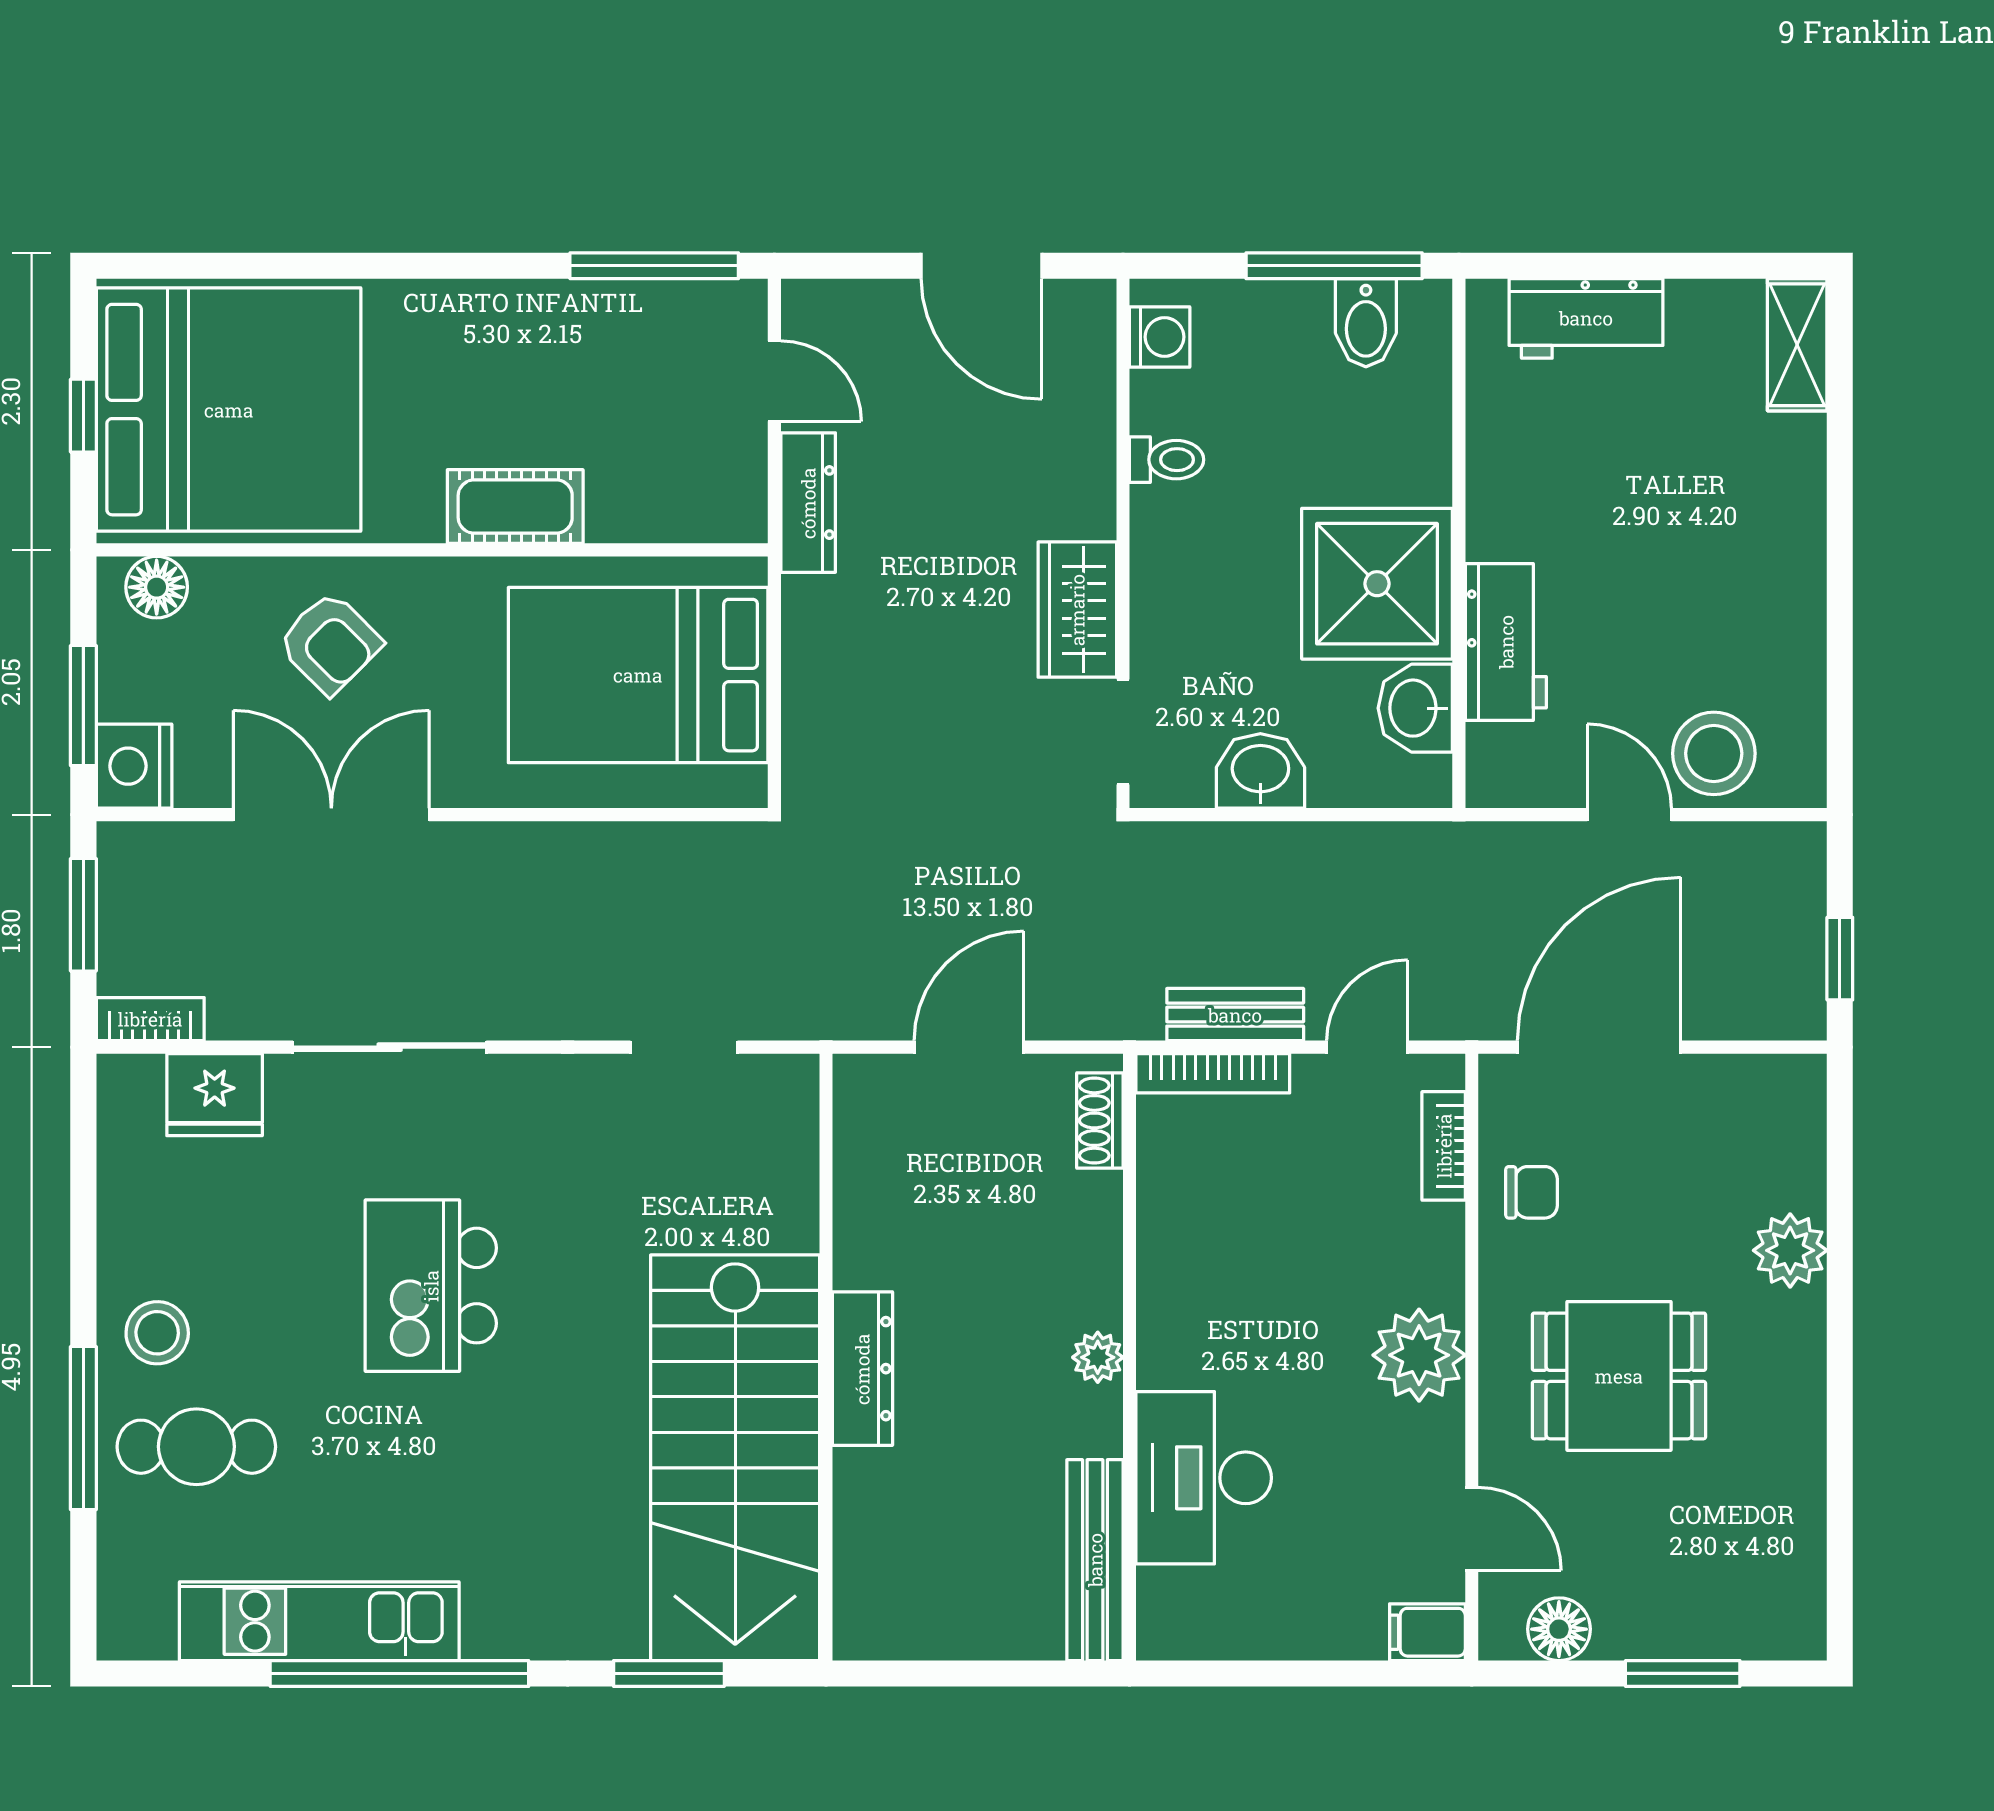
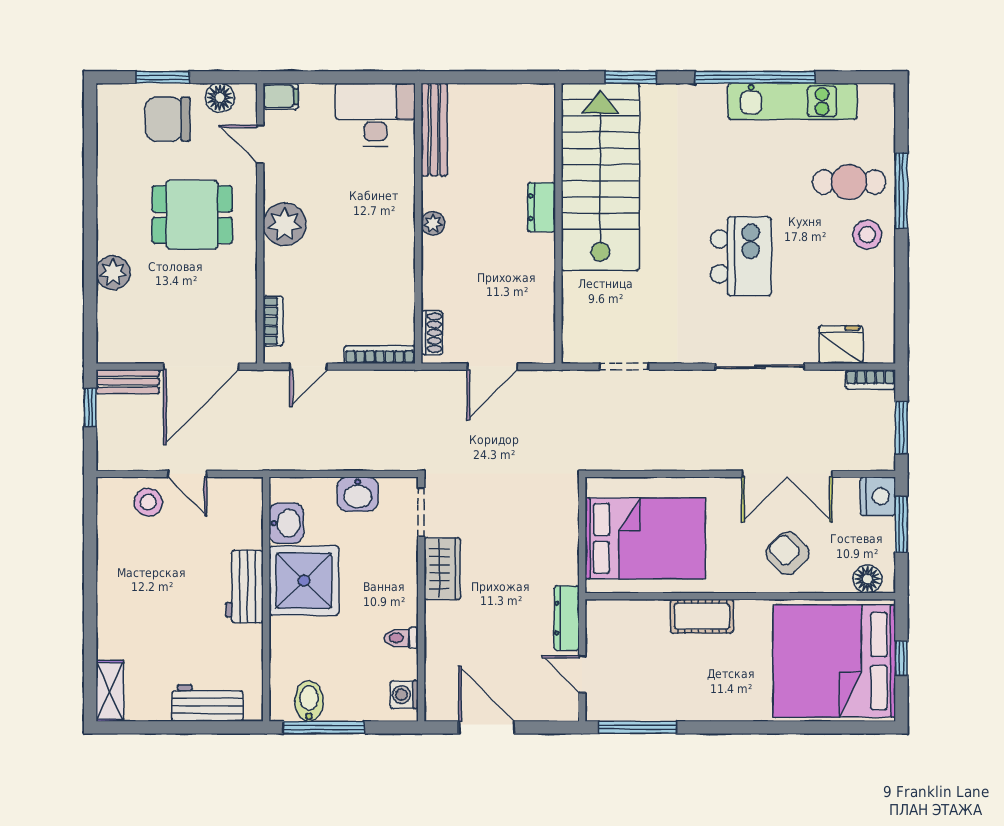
workbench: (1506, 642) -> (244, 587), moved
stool: (1714, 753) -> (148, 502), width x0.73, depth x0.73
bench: (1235, 1015) -> (128, 382), moved
chair: (1532, 1192) -> (168, 119), moved, width x1.87, depth x1.87
dresser: (862, 1369) -> (542, 207), width x0.70
desk: (1204, 1478) -> (375, 115), moved, turned -90

